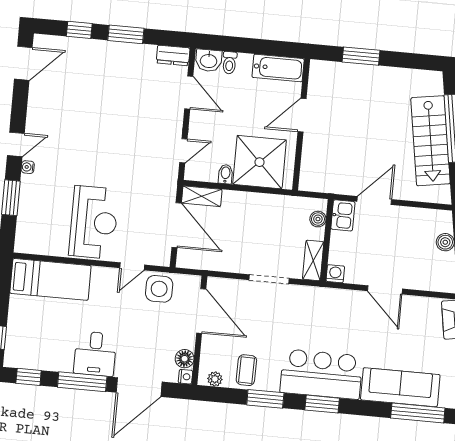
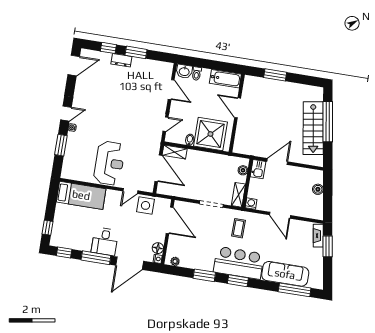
dresser: (173, 55) -> (121, 60), moved
door: (302, 115) -> (238, 108), hinge flipped
coffee table: (246, 370) -> (239, 228), moved

